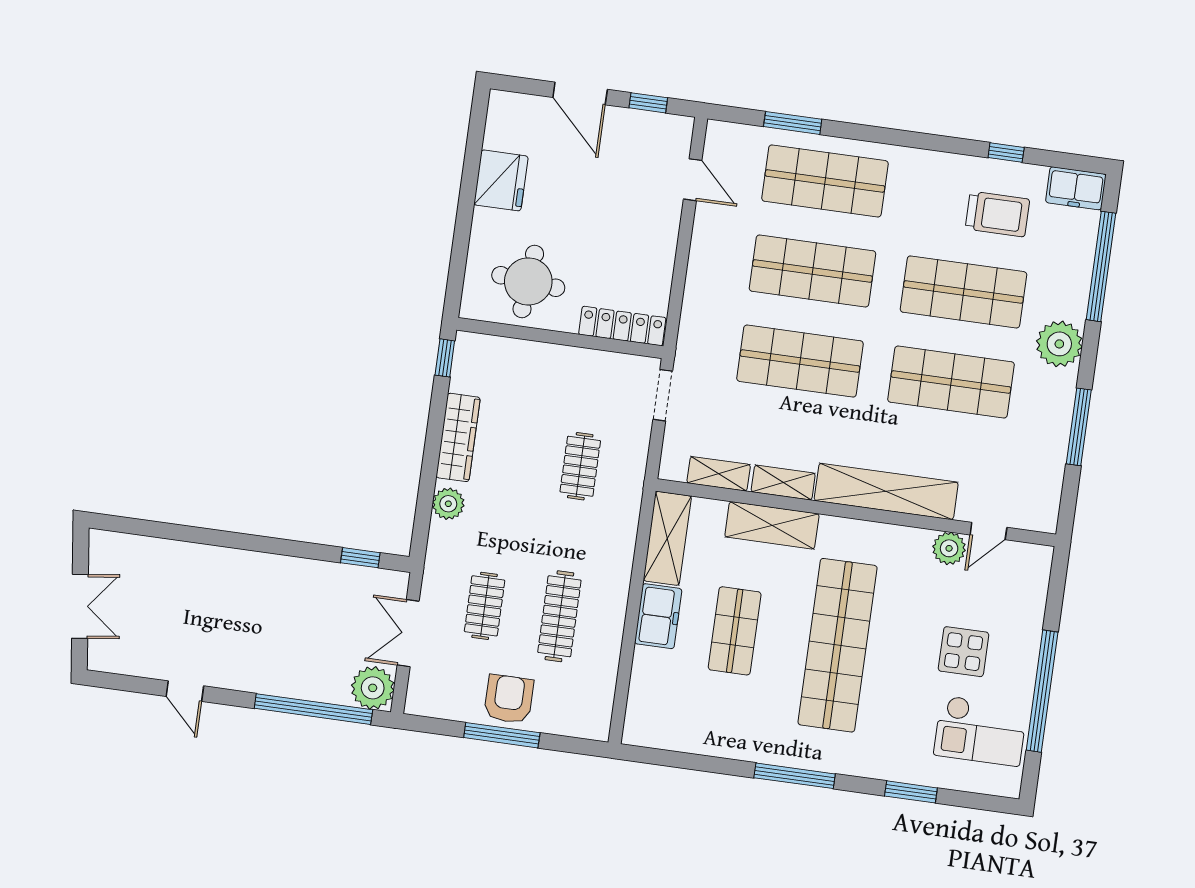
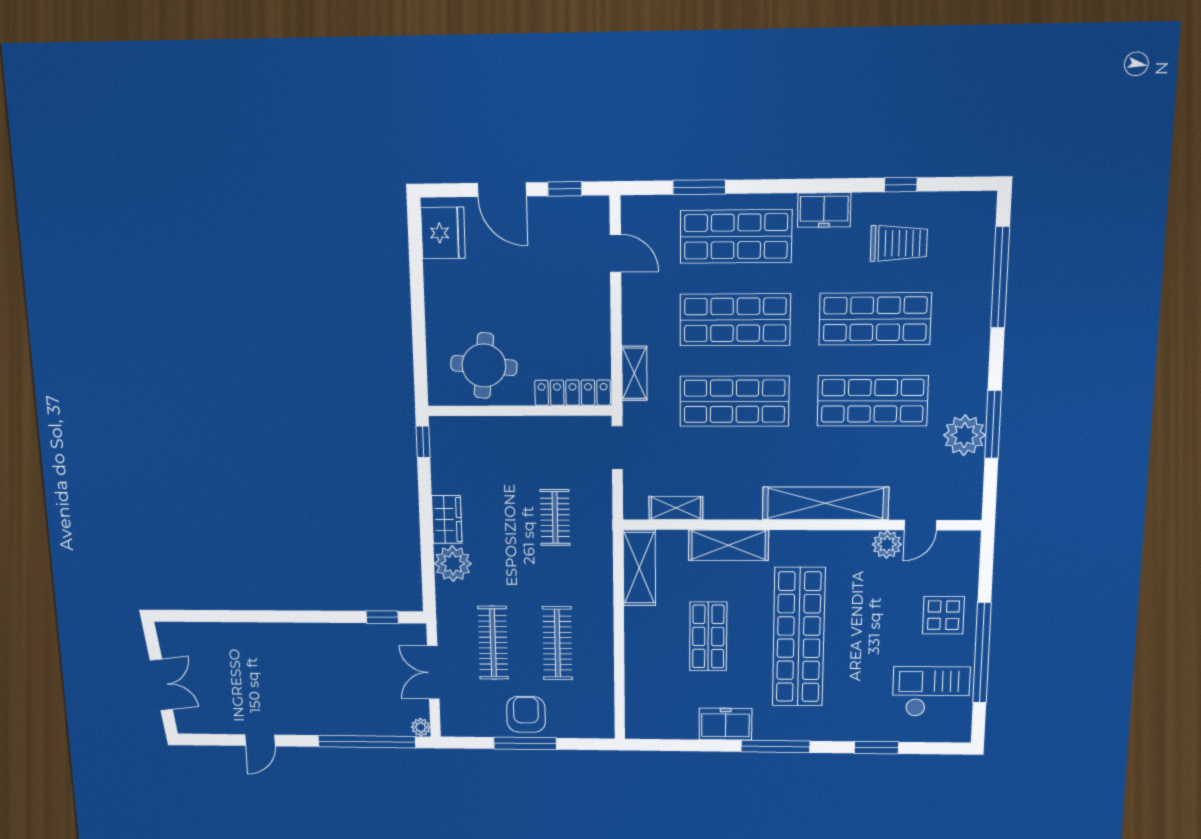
fridge: (501, 180) -> (443, 233), moved
freezer: (1076, 188) -> (824, 210), moved
plant: (1059, 344) -> (964, 435), moved
wardrobe: (458, 437) -> (447, 519), width x0.67
shelving: (783, 483) -> (634, 373), moved, turned 90
plant: (448, 504) -> (453, 564), width x1.36, depth x1.36
clothes rail: (485, 606) -> (493, 643), width x1.36
freezer: (658, 616) -> (725, 724), moved, turned -90
display table: (964, 652) -> (943, 615), moved
plant: (373, 688) -> (421, 727), width x0.53, depth x0.53
door: (185, 691) -> (260, 740), hinge flipped
checkout: (980, 731) -> (931, 692), turned 180

